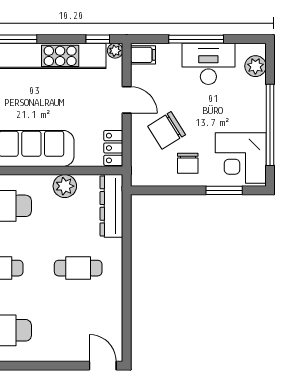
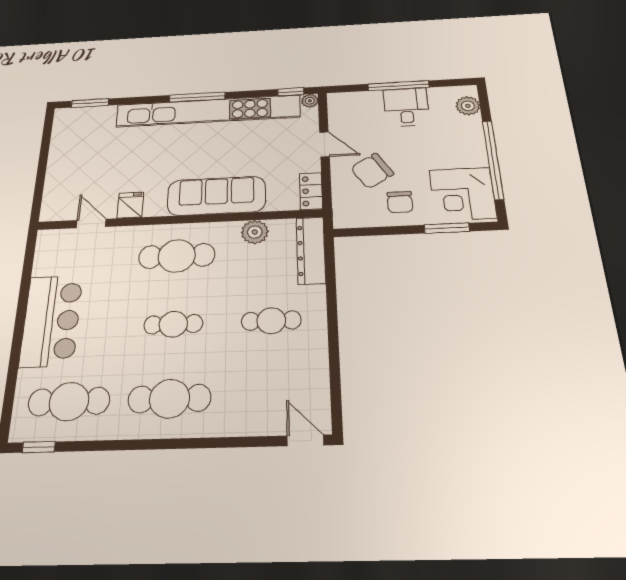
filing cabinet: (143, 55) -> (341, 103), removed
desk: (208, 64) -> (406, 107), width x0.73

